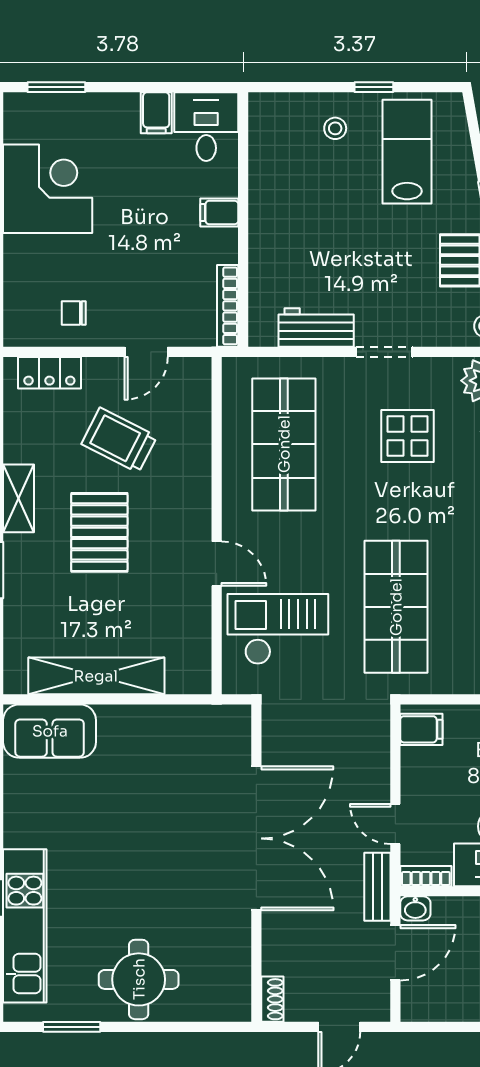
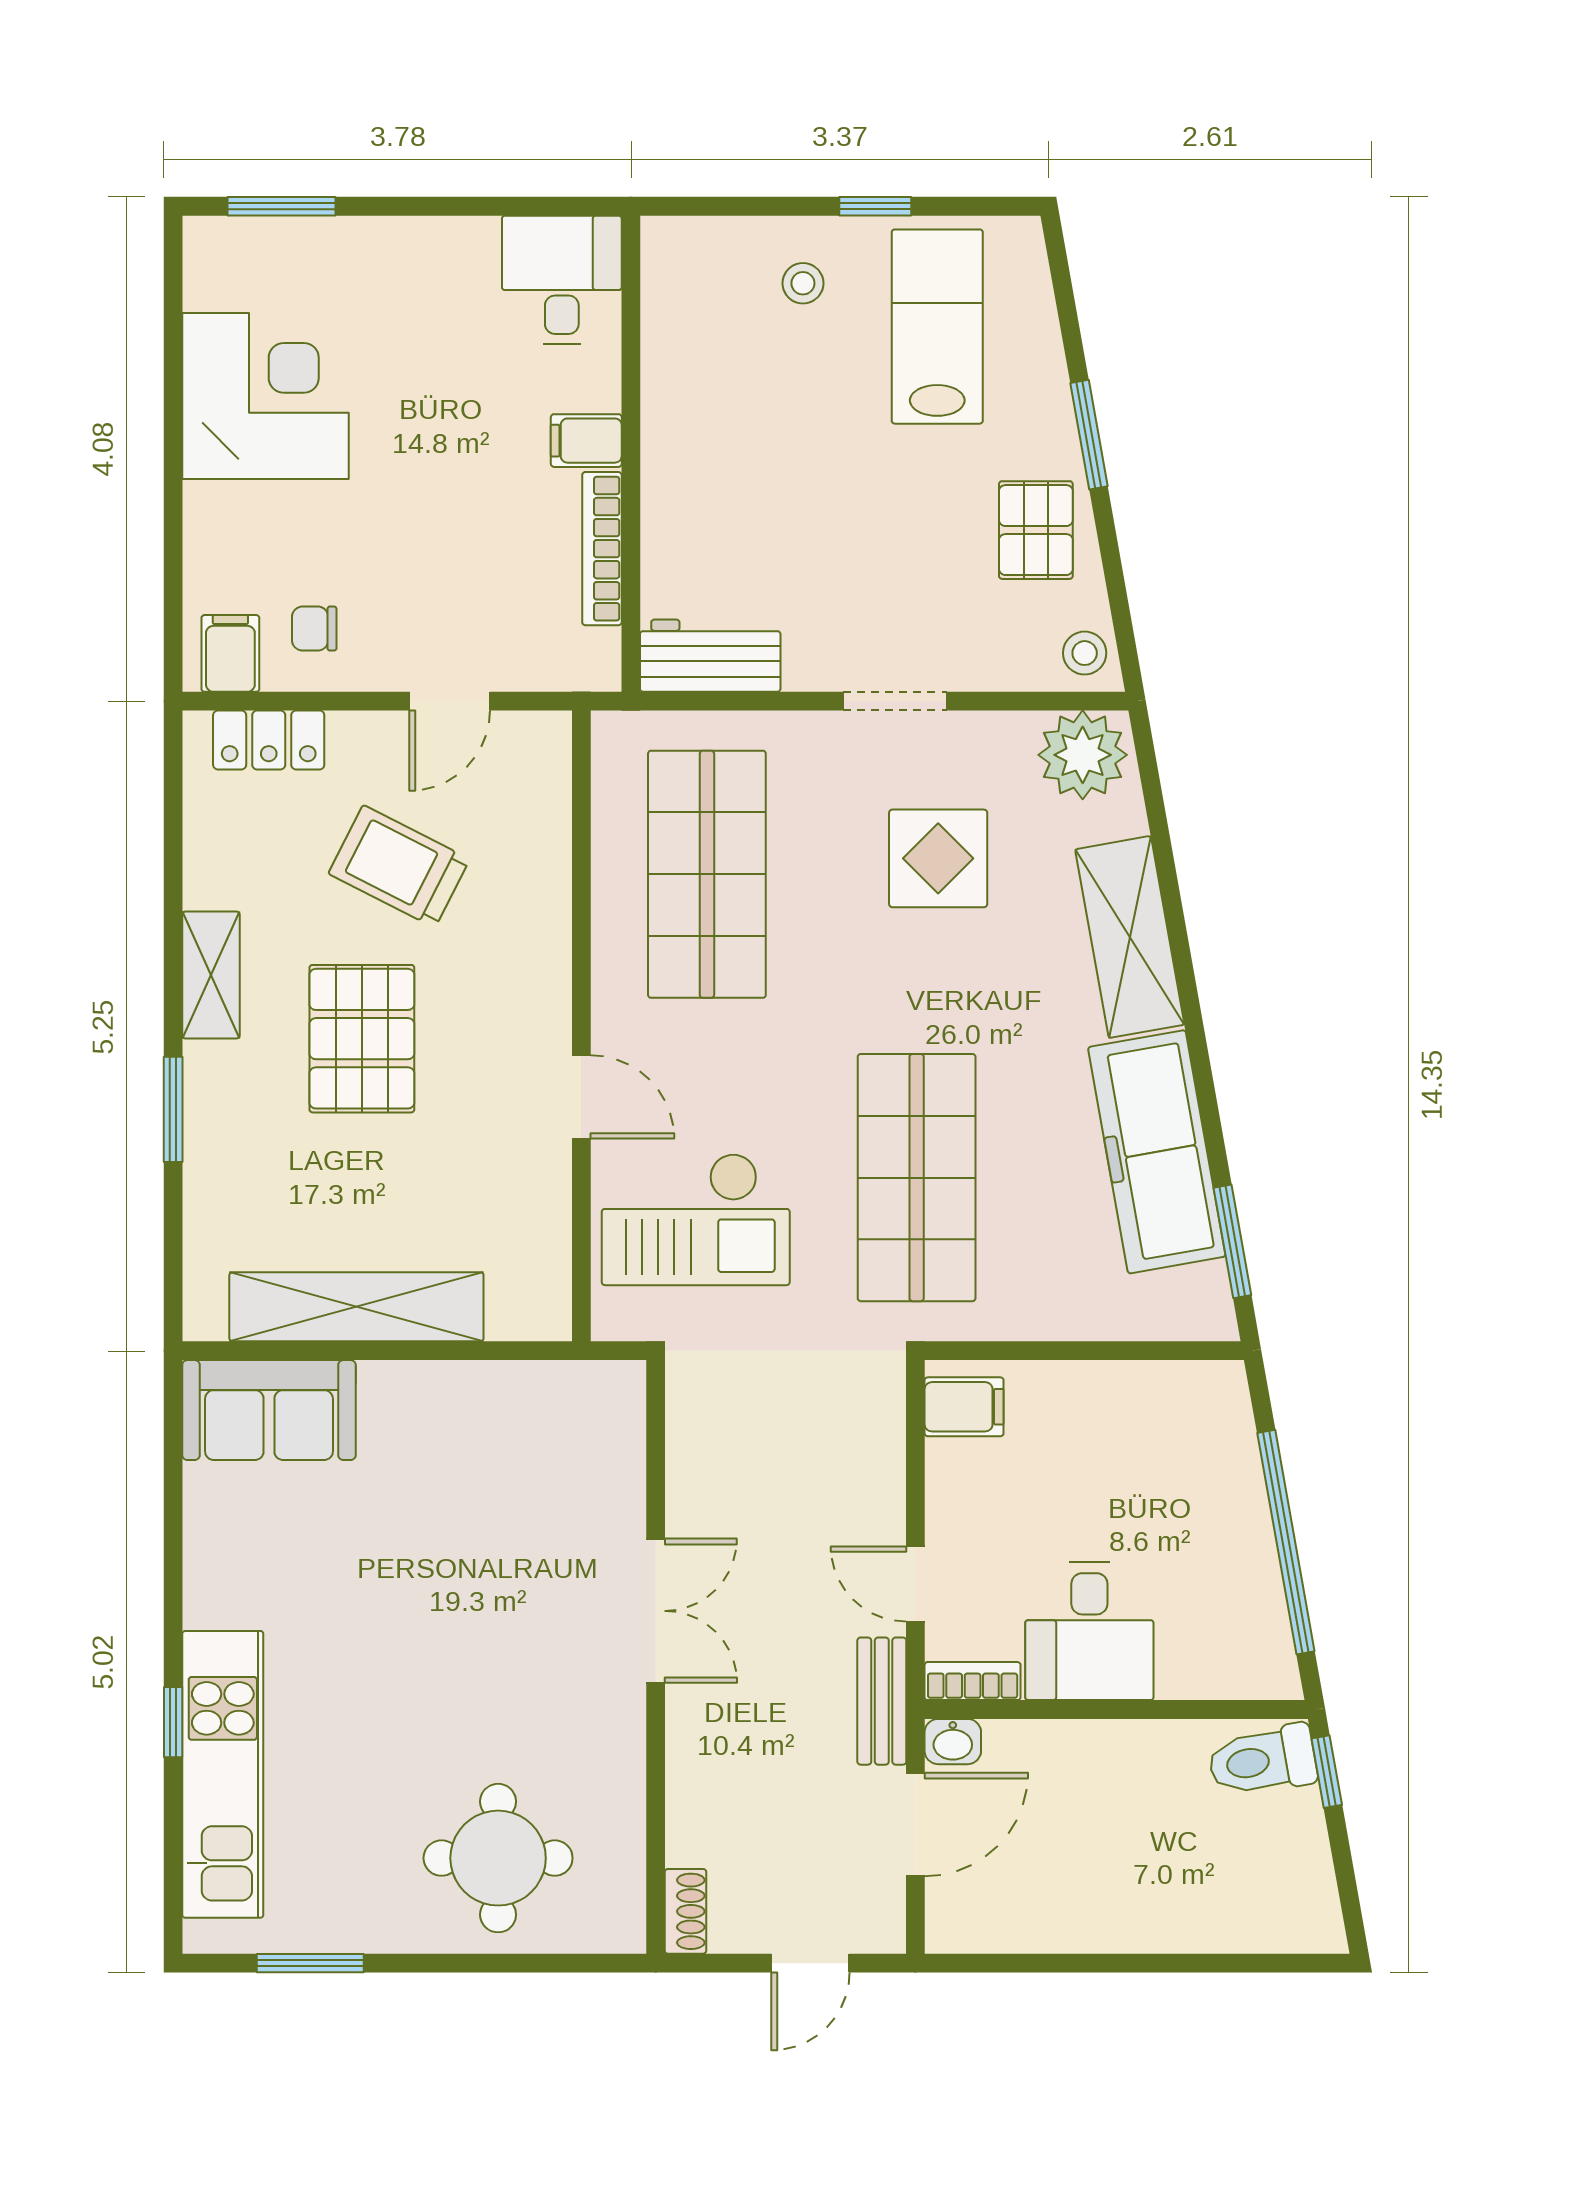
filing cabinet: (156, 113) -> (230, 653), moved, turned 180
bookcase: (228, 306) -> (602, 549), moved
workbench: (316, 328) -> (710, 656), moved
checkout: (278, 629) -> (696, 1219), turned 180
double door: (256, 838) -> (656, 1611), width x0.54
round table: (139, 979) -> (498, 1858), moved

